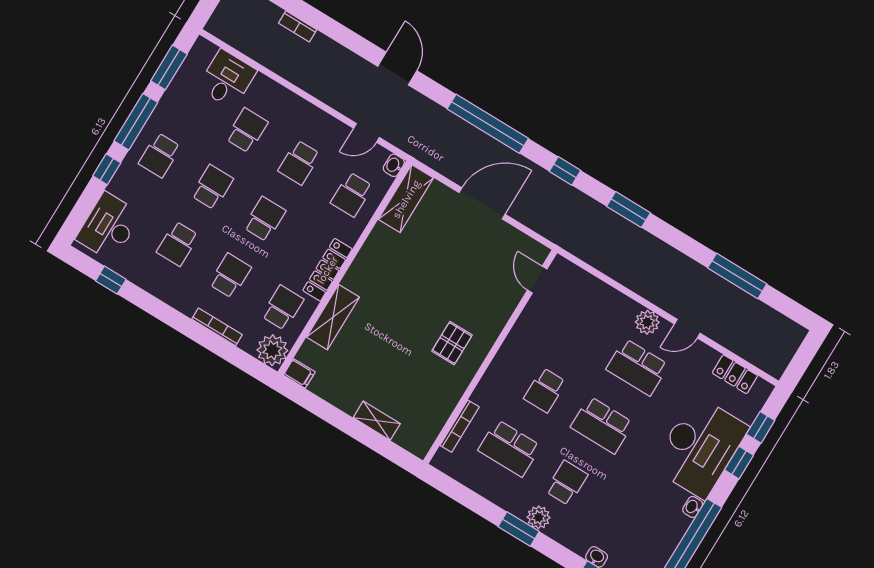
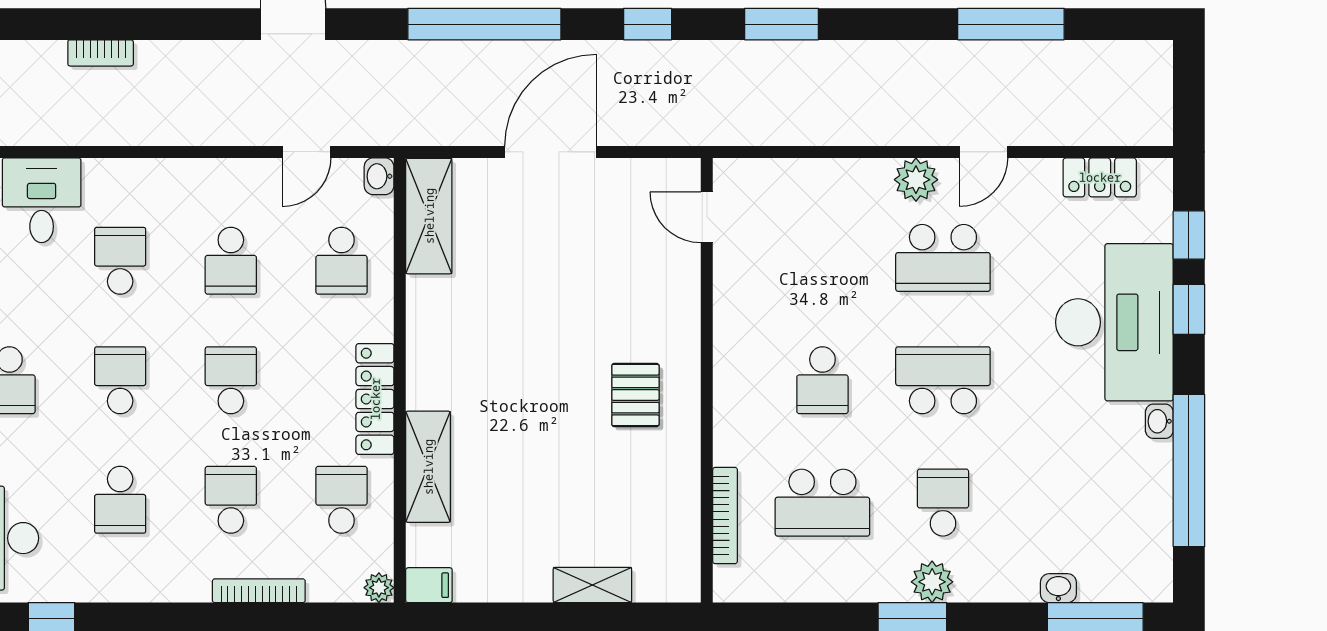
plant: (272, 350) -> (379, 588), width x0.53, depth x0.53
school desk: (602, 425) -> (943, 380), turned 180

